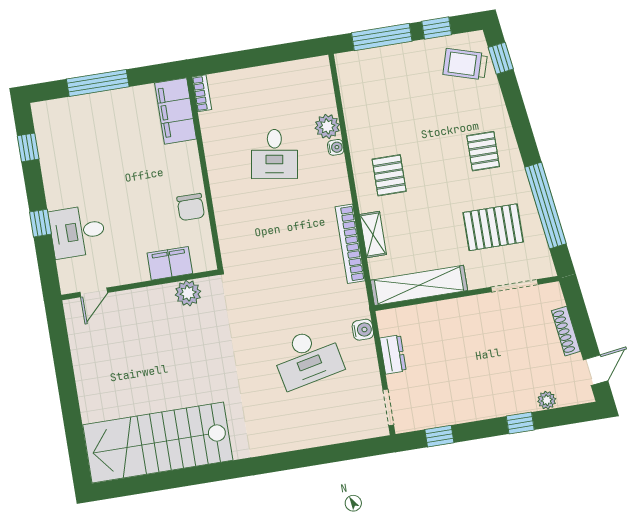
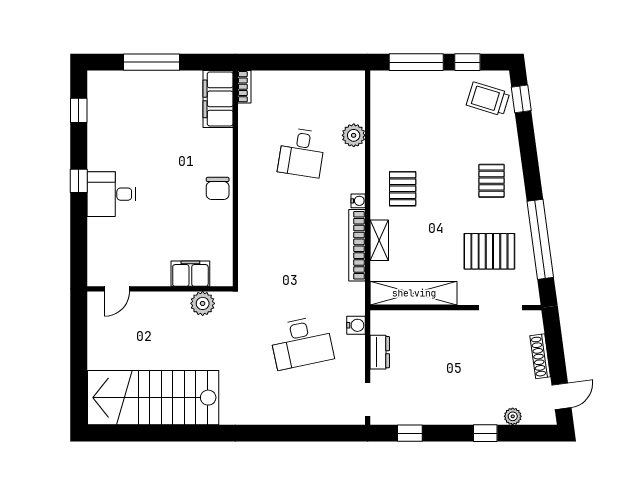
water cooler: (336, 147) -> (358, 201), moved
filing cabinet: (170, 263) -> (190, 274), moved
wall: (140, 285) -> (160, 289), moved
door: (94, 292) -> (117, 289), moved
plant: (188, 293) -> (203, 303), moved

